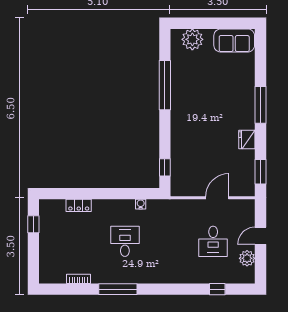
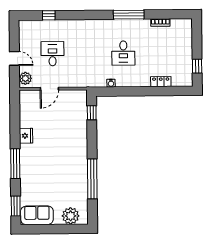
window: (261, 172) -> (16, 206), moved
door: (261, 236) -> (14, 58), hinge flipped
plant: (247, 258) -> (25, 78), moved

